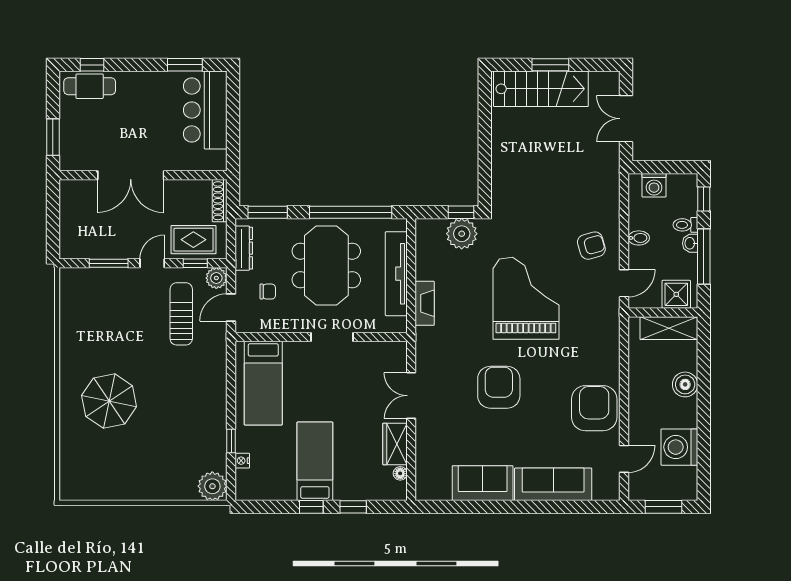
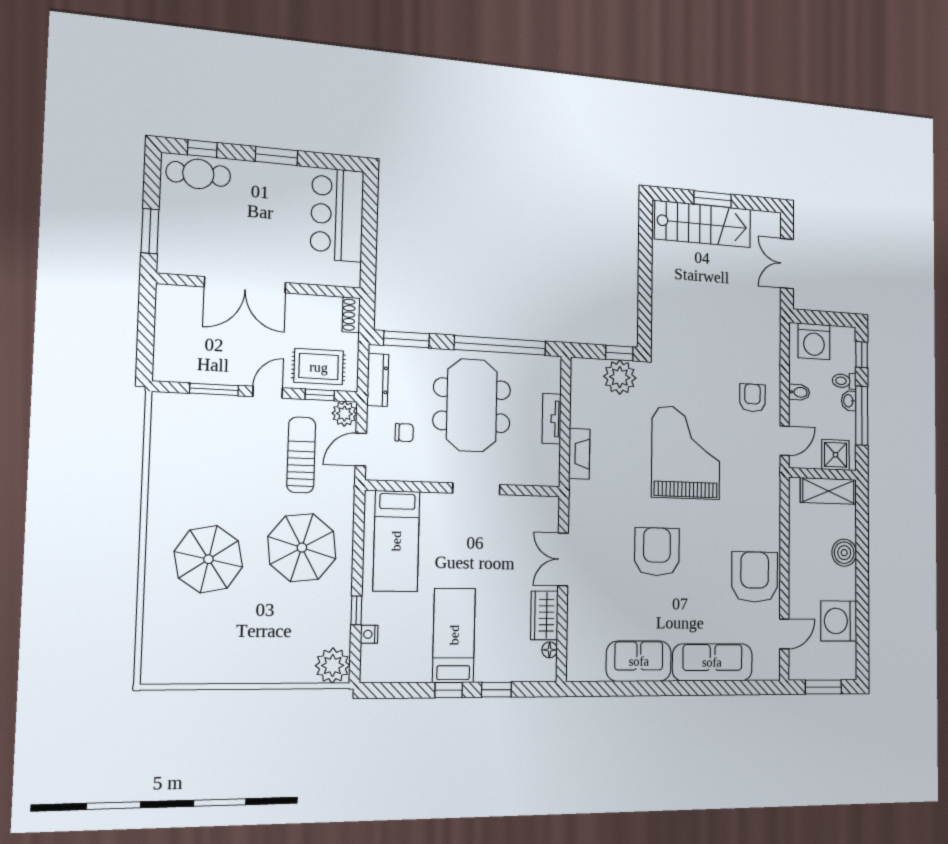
window: (185, 65) -> (276, 156), moved
washing machine: (654, 185) -> (814, 341), width x1.37, depth x1.37
shoe rack: (220, 201) -> (351, 315), width x0.70
armchair: (591, 246) -> (752, 398), turned -74
tv unit: (396, 274) -> (552, 419), width x0.52, depth x0.78
parasol: (184, 390) -> (302, 548), added

